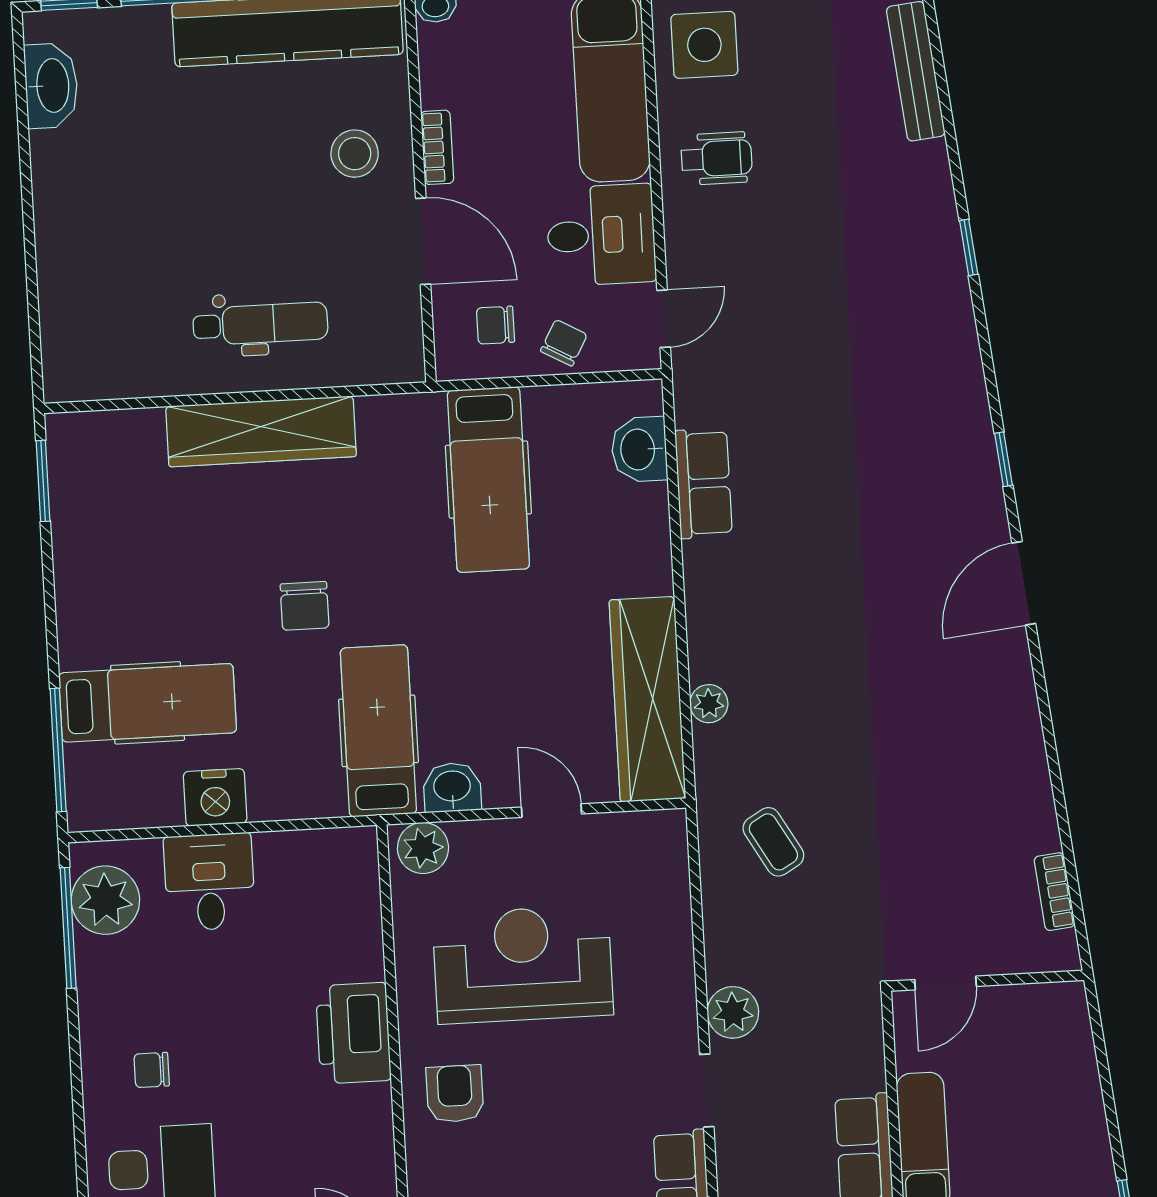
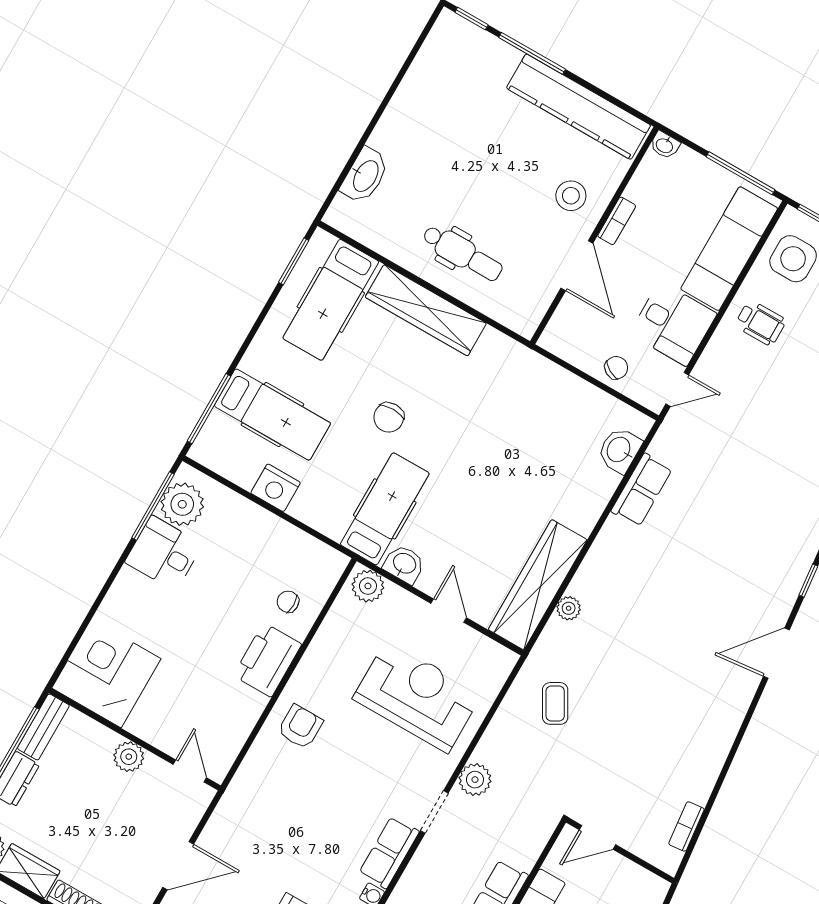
washbasin: (51, 86) -> (365, 176), moved
chair: (496, 325) -> (586, 335), removed
hospital bed: (488, 480) -> (331, 300), moved
desk: (209, 882) -> (164, 553), moved, turned -90
reception desk: (523, 964) -> (417, 696), moved
chair: (152, 1070) -> (288, 602), moved

